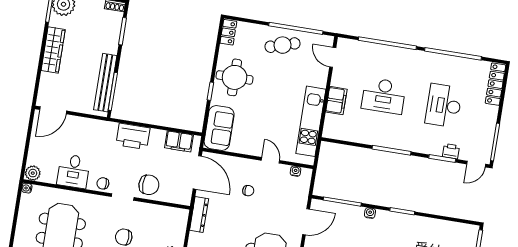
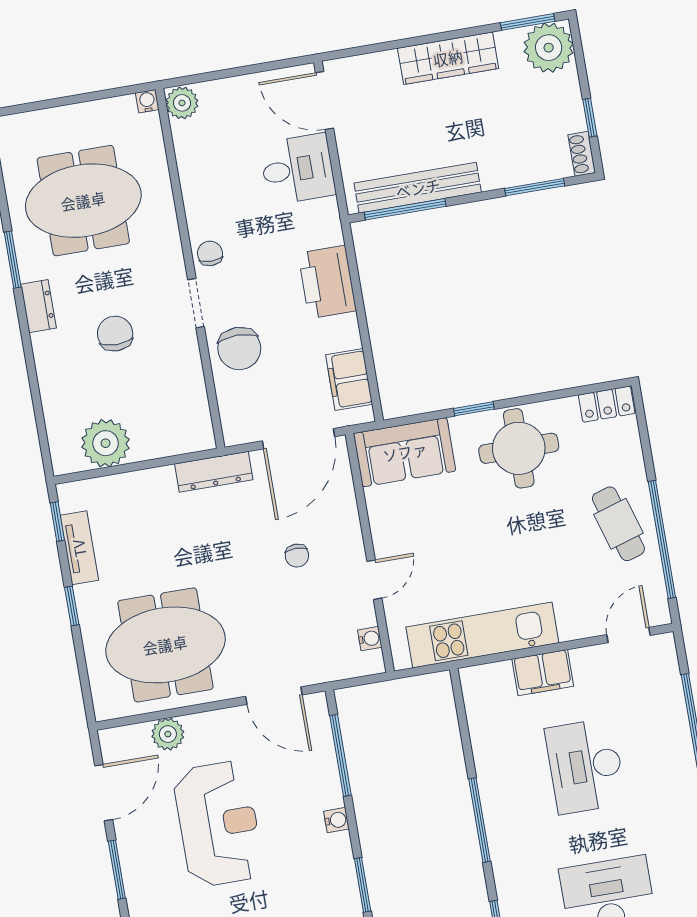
desk: (74, 171) -> (298, 169), moved, turned 180

